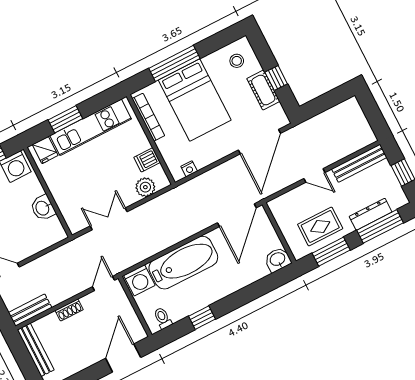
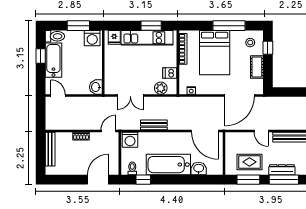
window: (174, 63) -> (229, 26), moved
window: (276, 78) -> (268, 48), moved
window: (65, 119) -> (151, 26), moved
washbasin: (43, 208) -> (96, 87), moved
door: (237, 215) -> (205, 131), hinge flipped
double door: (109, 219) -> (130, 96), swing flipped
washbasin: (278, 260) -> (199, 169), moved
bathtub: (183, 263) -> (168, 165), moved, turned 180
bench: (30, 310) -> (154, 125), moved
window: (202, 318) -> (143, 180), moved

